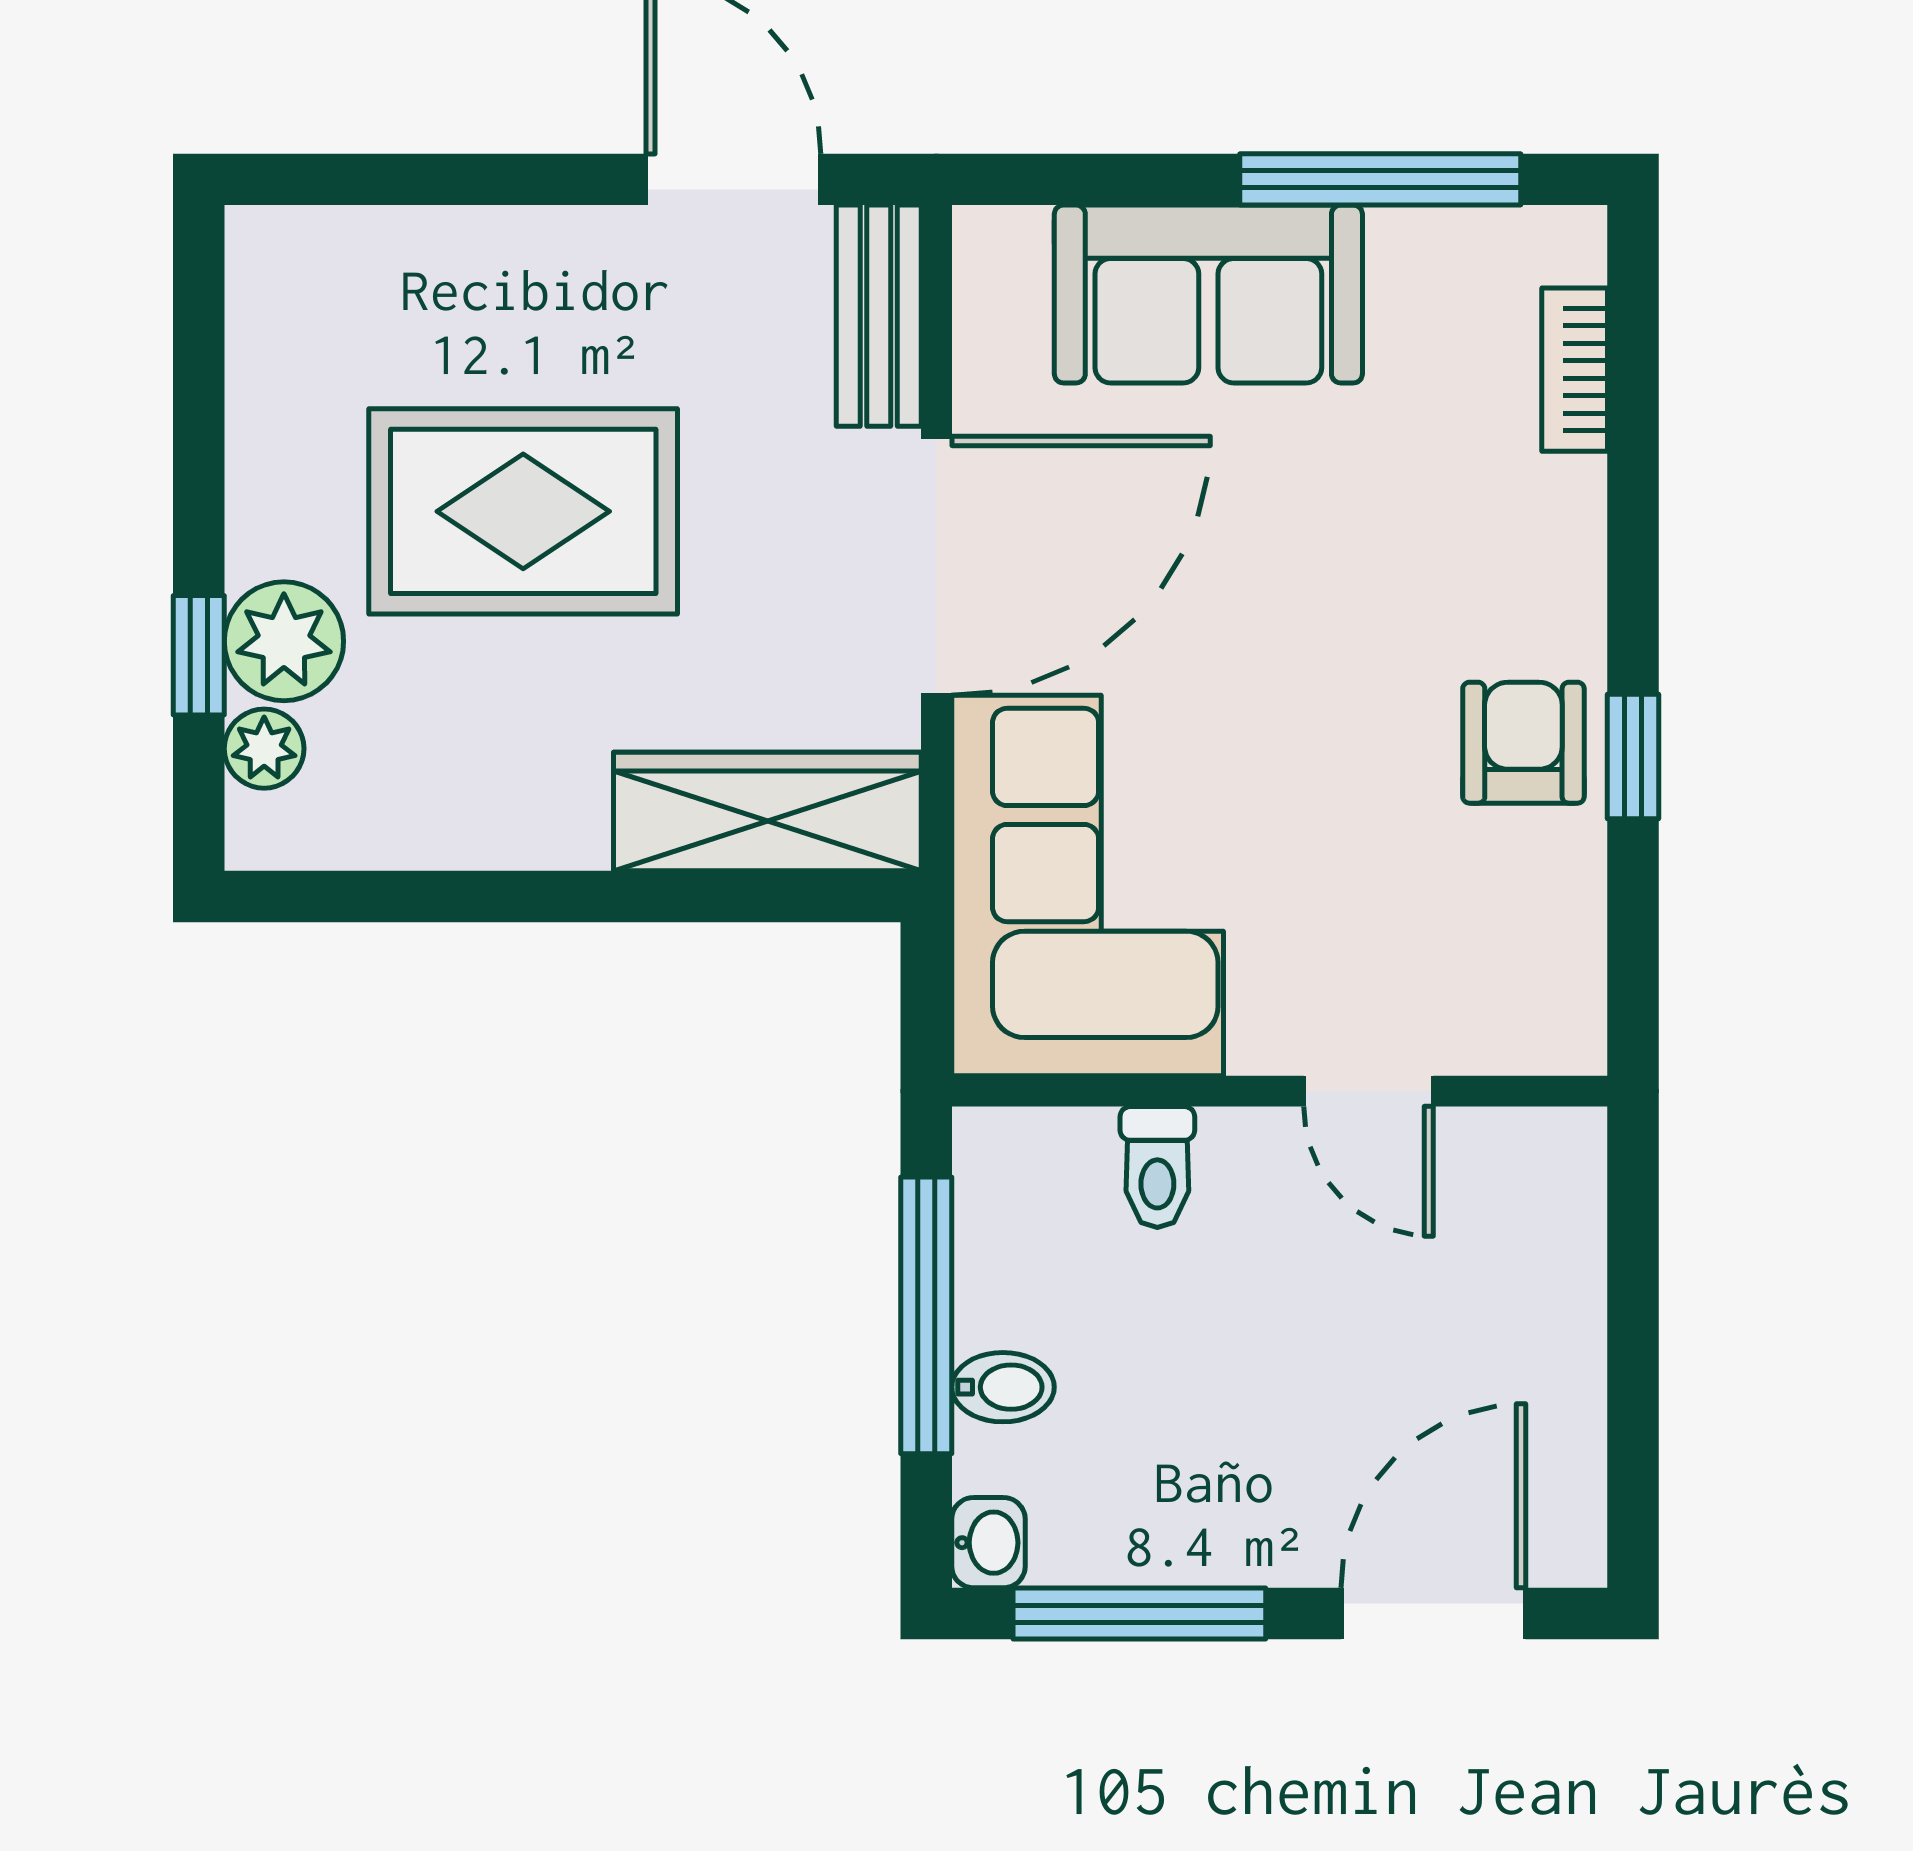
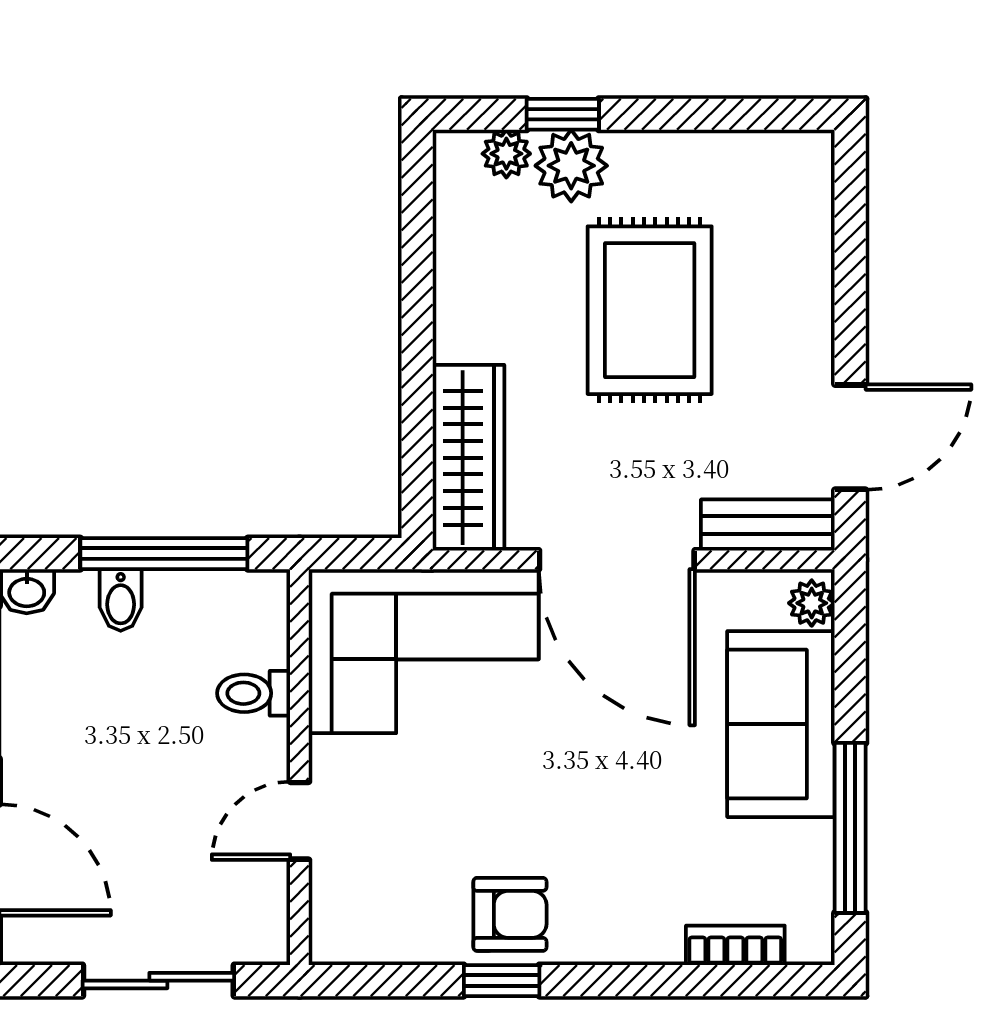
plant: (1008, 243) -> (812, 603), added
sliding door: (1633, 1325) -> (158, 981), added

